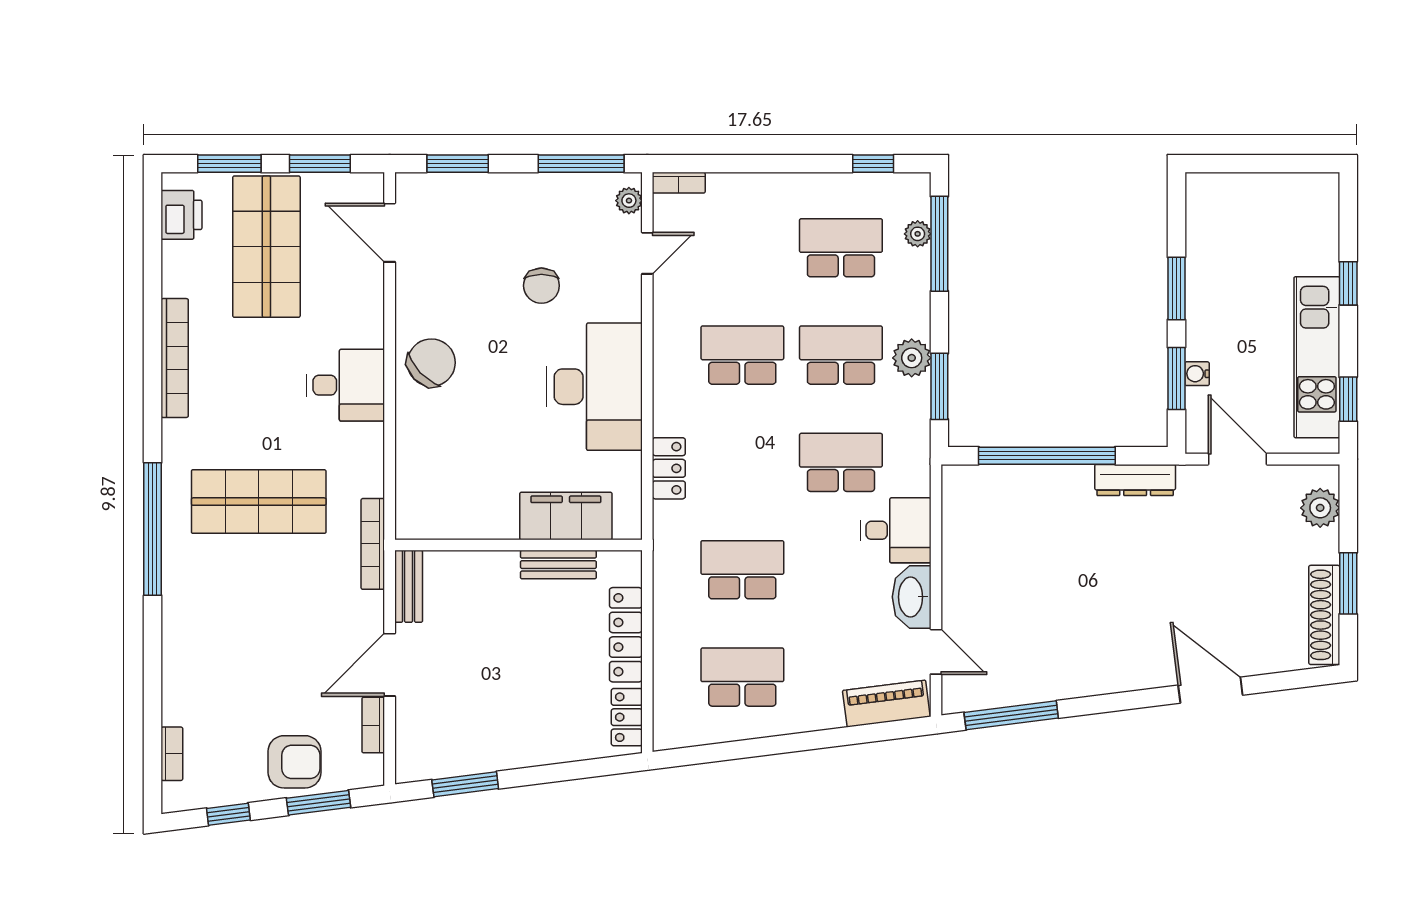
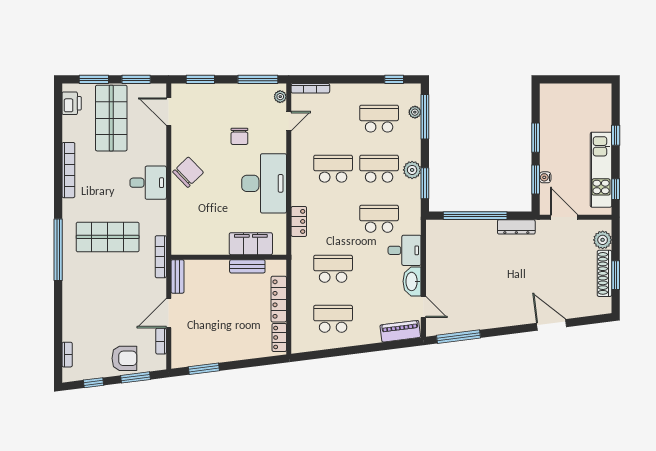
bookcase: (679, 183) -> (310, 88), width x1.56
shoe rack: (1324, 615) -> (604, 273), moved

